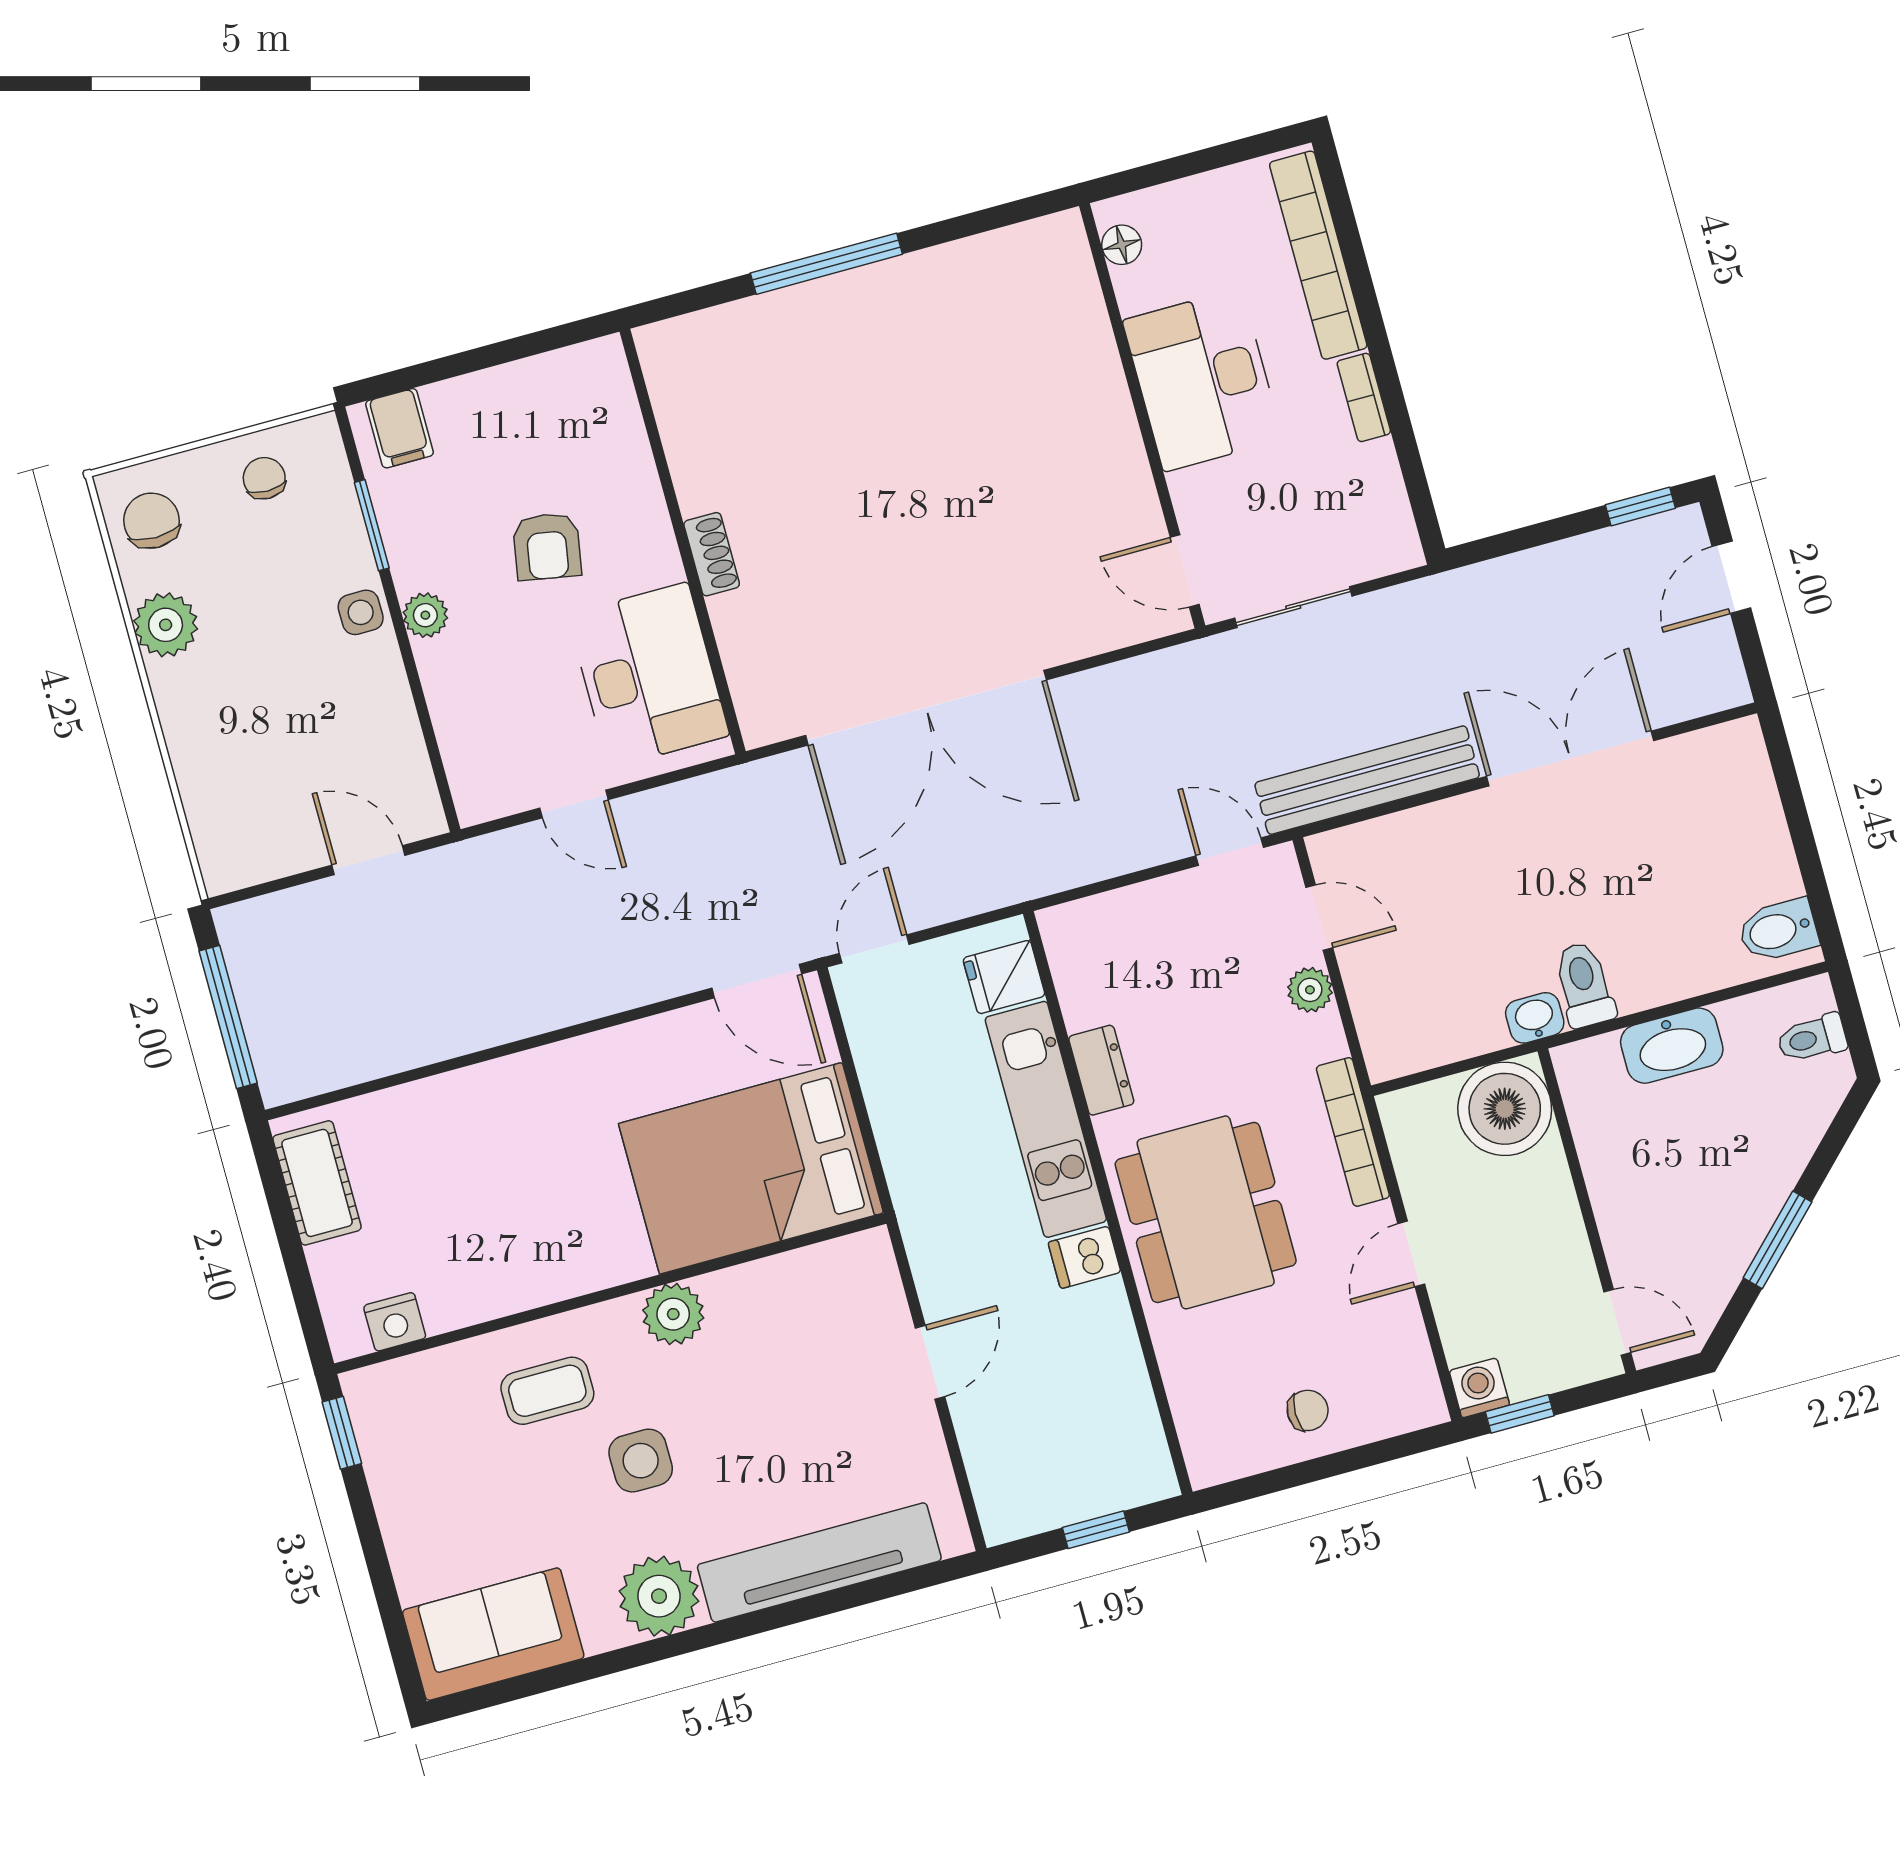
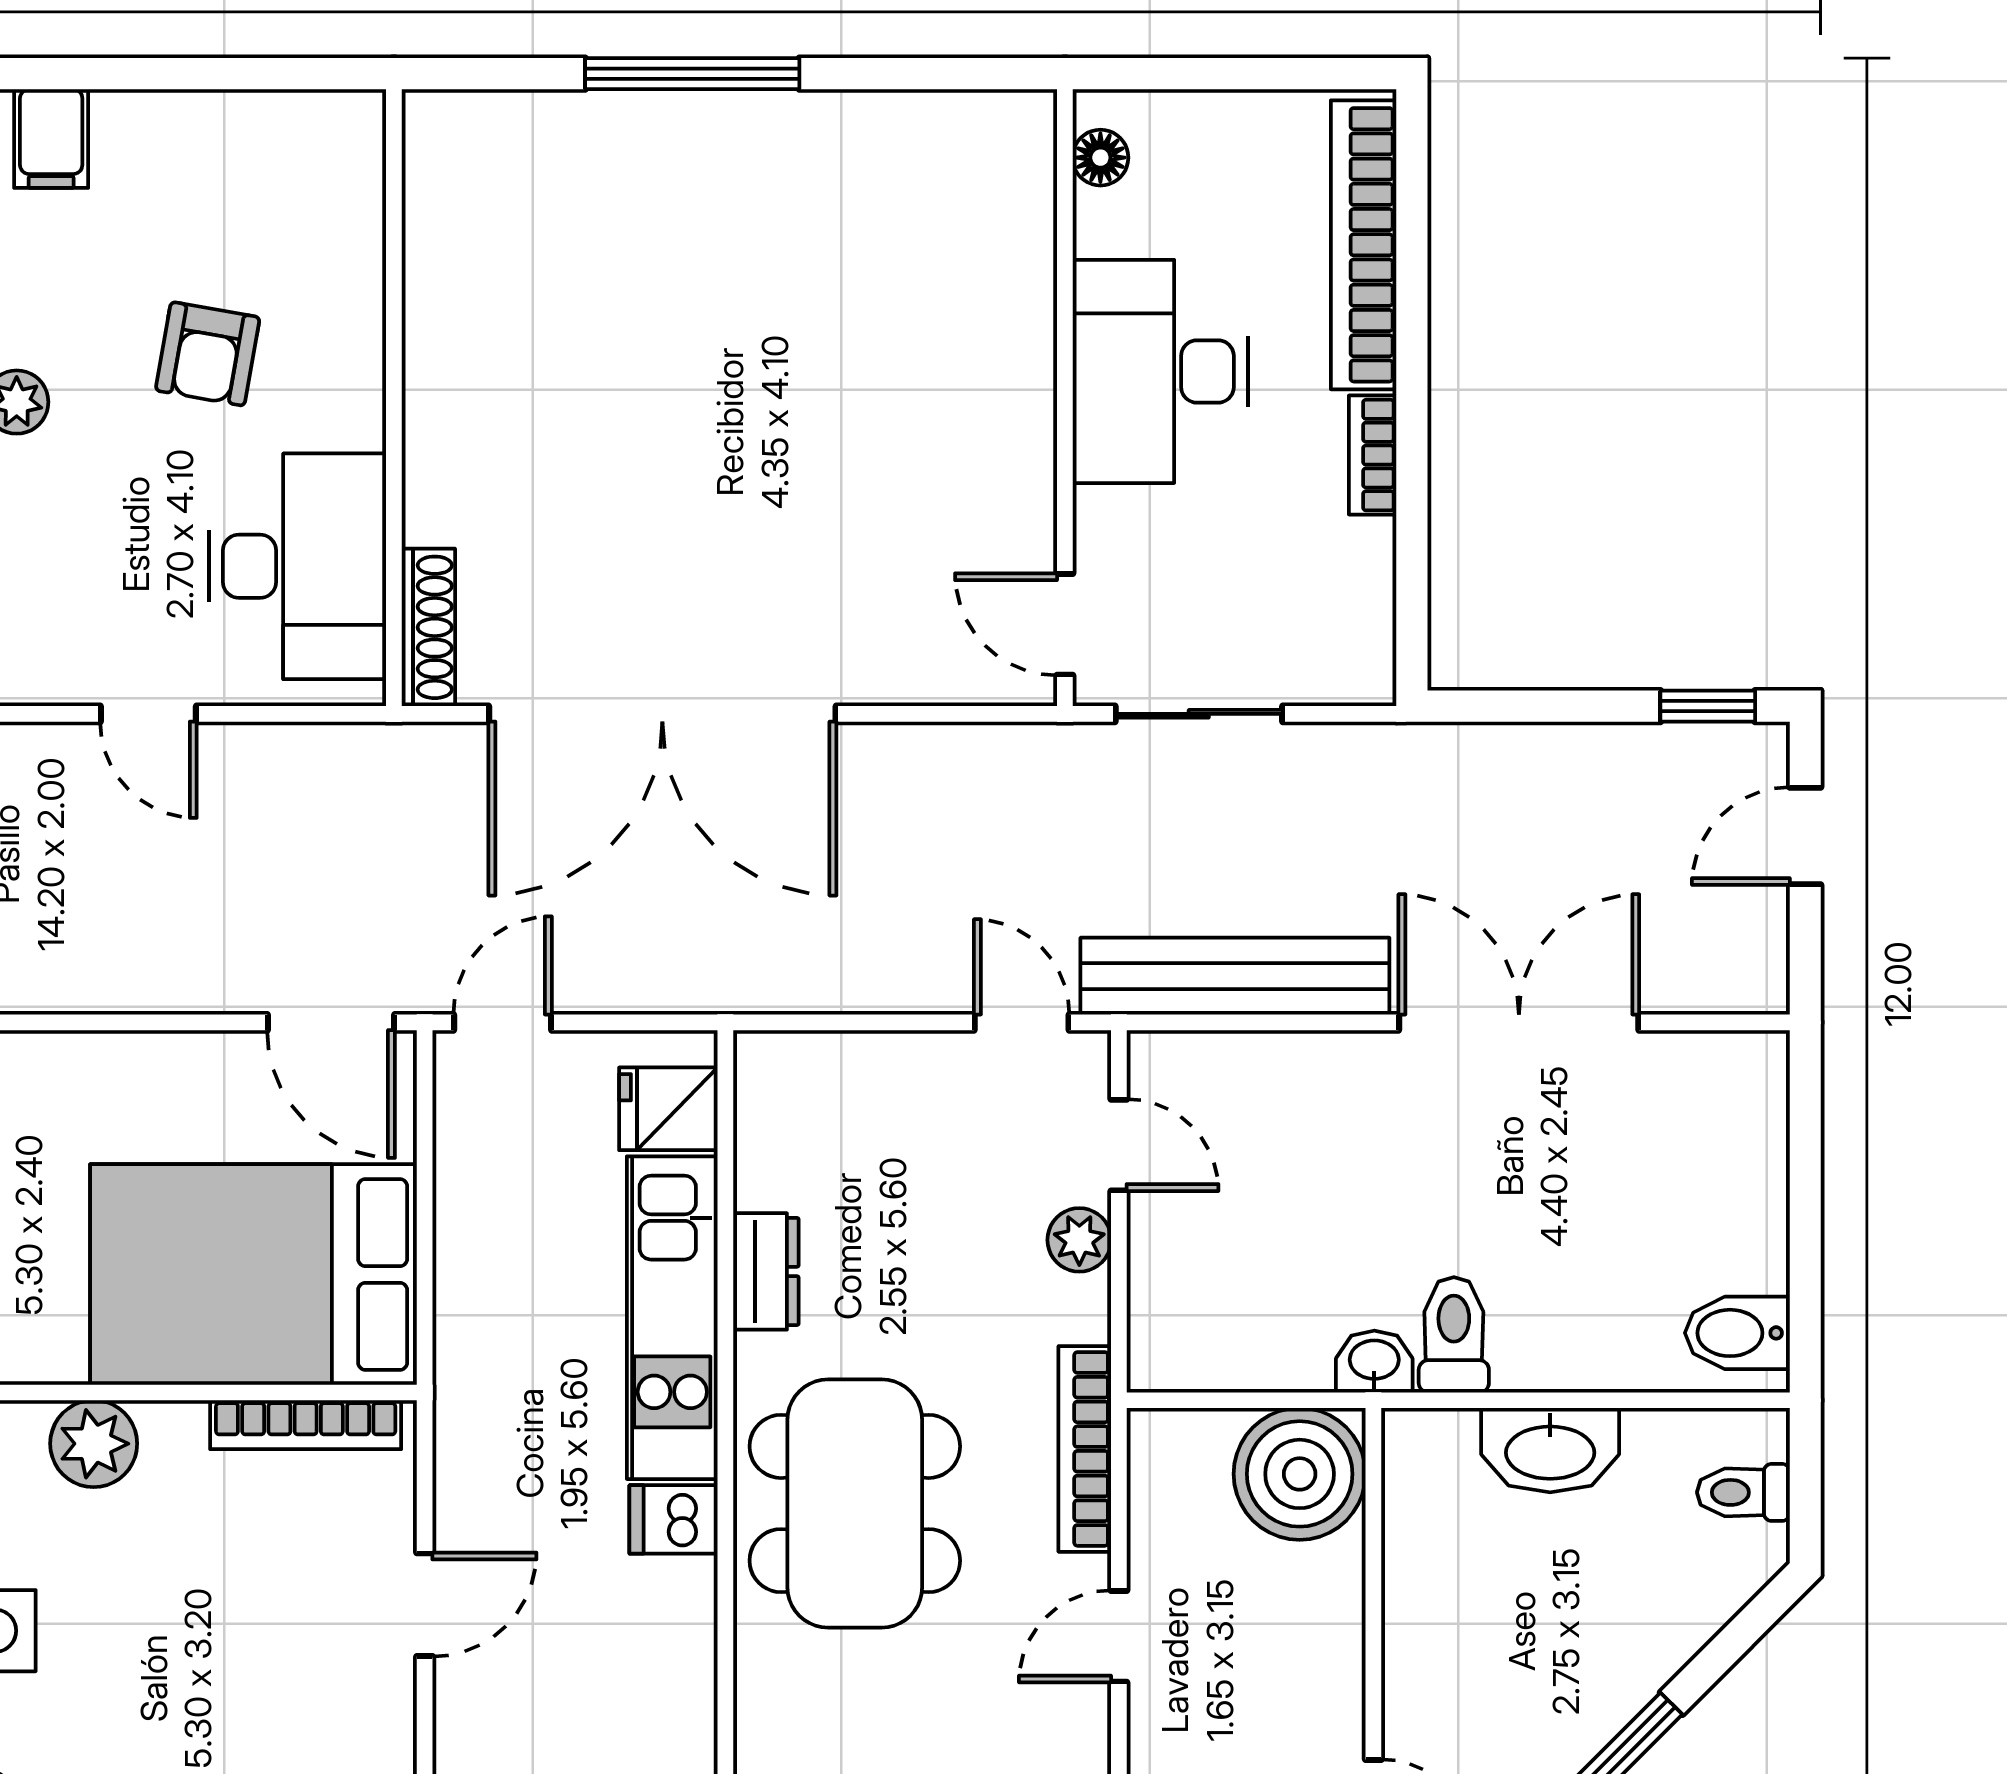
shoe rack: (712, 554) -> (428, 627), moved, width x1.43
bookcase: (815, 1261) -> (306, 1425), added

